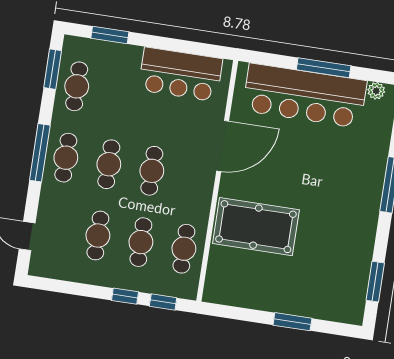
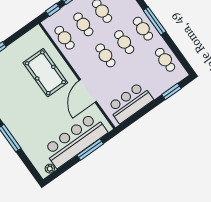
window: (324, 68) -> (90, 149), moved
window: (53, 69) -> (181, 57), removed
pool table: (256, 227) -> (45, 73), turned 90

